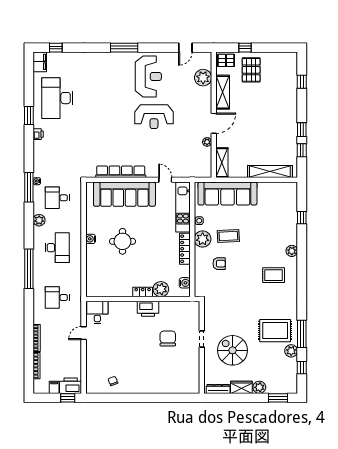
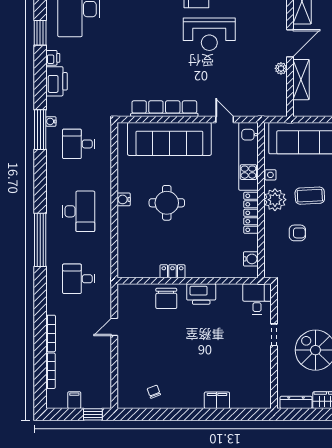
shelving: (222, 163) -> (301, 80), moved
plant: (39, 220) -> (54, 174), removed
plant: (161, 289) -> (219, 267), removed
locker: (143, 292) -> (172, 271), moved
desk: (97, 312) -> (257, 299), moved
chair: (168, 338) -> (166, 298), moved, turned 180
printer: (71, 386) -> (57, 81), moved, turned 90
filing cabinet: (160, 387) -> (217, 400), added

